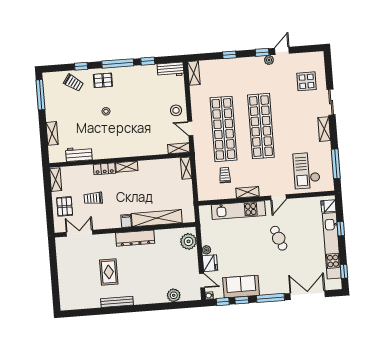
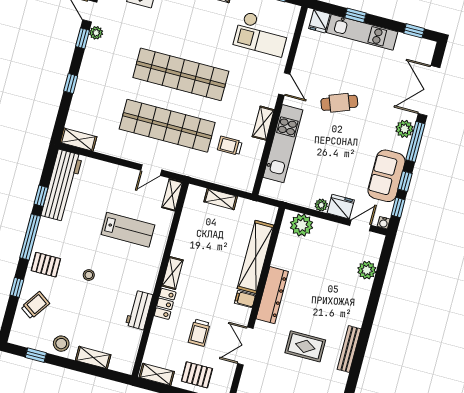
workbench: (170, 70) -> (62, 185), width x1.88, depth x1.32
pallet: (103, 80) -> (46, 265), turned 90
window: (40, 95) -> (36, 355), width x0.46
stool: (176, 110) -> (61, 344), moved
lab bench: (145, 127) -> (128, 230), added
workbench: (79, 154) -> (139, 310), moved
shelving: (186, 168) -> (221, 199), moved
double door: (79, 233) -> (245, 346), moved
kitchen unit: (332, 246) -> (362, 32), width x0.73
plant: (276, 288) -> (405, 129), added

